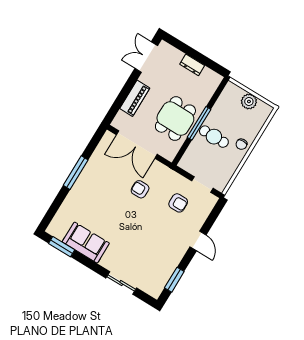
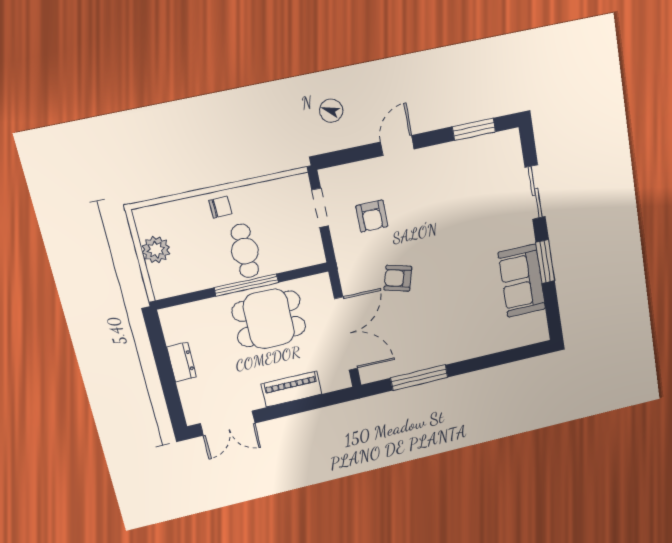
window: (76, 173) -> (419, 378), moved
armchair: (140, 189) -> (398, 278), turned 106
armchair: (178, 203) -> (372, 216), turned 180
window: (62, 247) -> (545, 261), moved

